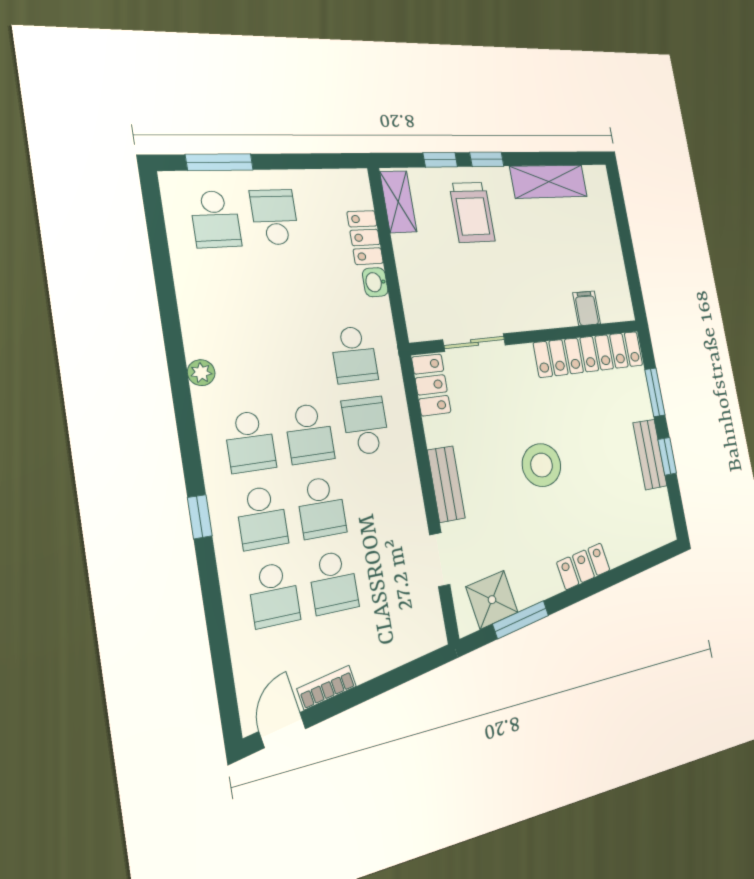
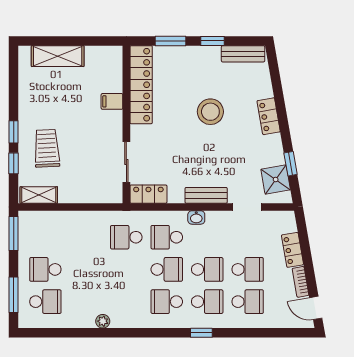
window: (328, 161) -> (14, 233), added
shelving: (549, 182) -> (58, 56), moved, turned 90
trolley: (472, 212) -> (47, 148), turned -93
locker: (365, 237) -> (292, 250), moved, turned 80
washbasin: (375, 282) -> (196, 217), moved
filing cabinet: (587, 308) -> (112, 101), moved
school desk: (354, 355) -> (126, 237), turned 180
plant: (201, 373) -> (103, 321), moved
school desk: (250, 442) -> (167, 302), turned 180
bench: (650, 454) -> (243, 54), moved
stool: (542, 465) -> (210, 112), moved
window: (521, 620) -> (291, 164), width x0.67

